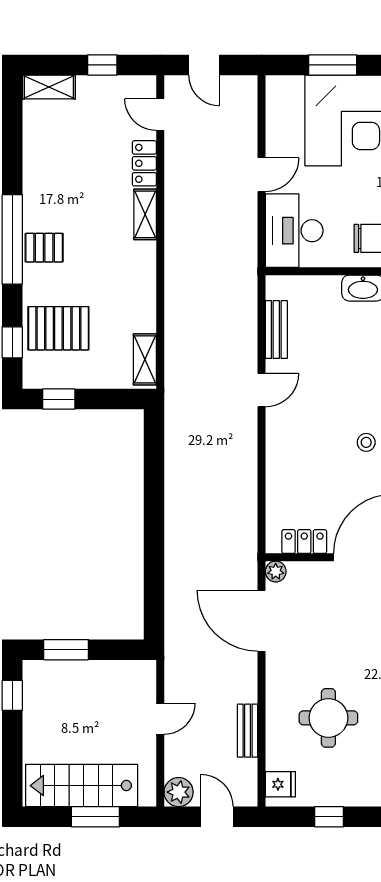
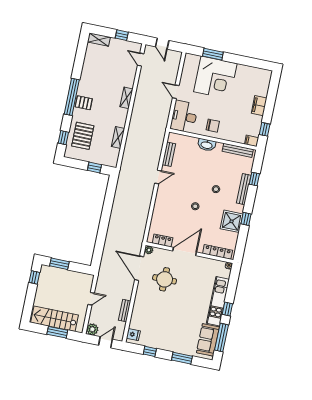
locker: (144, 163) -> (130, 78), removed
door: (261, 175) -> (176, 92), swing flipped
pallet: (58, 328) -> (83, 136), turned 90
shelving: (145, 359) -> (118, 138), moved
window: (59, 399) -> (94, 167), moved
round table: (328, 718) -> (165, 279), moved
door: (217, 817) -> (105, 342), hinge flipped

